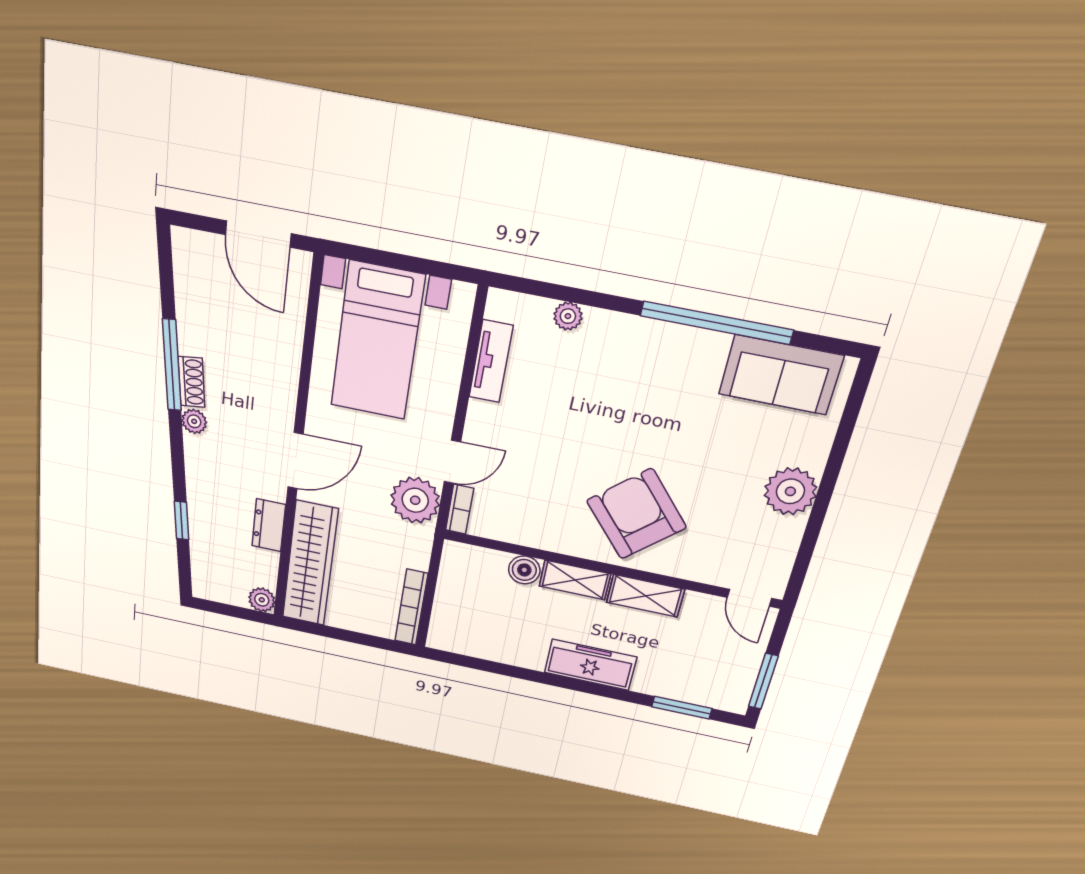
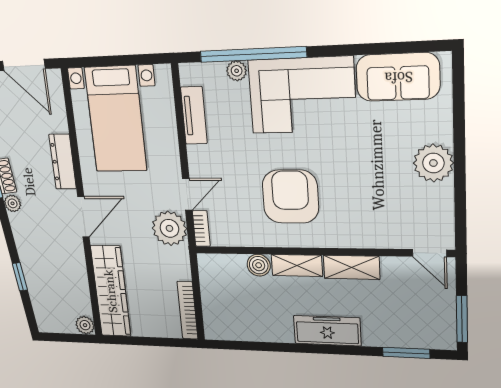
window: (717, 323) -> (253, 54), moved
corner sofa: (648, 369) -> (302, 95), added
armchair: (636, 514) -> (290, 197), moved, turned 41
dresser: (269, 525) -> (63, 162), moved, width x1.44

